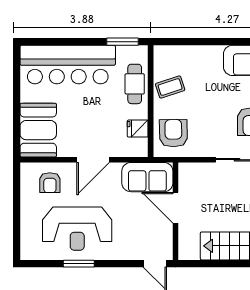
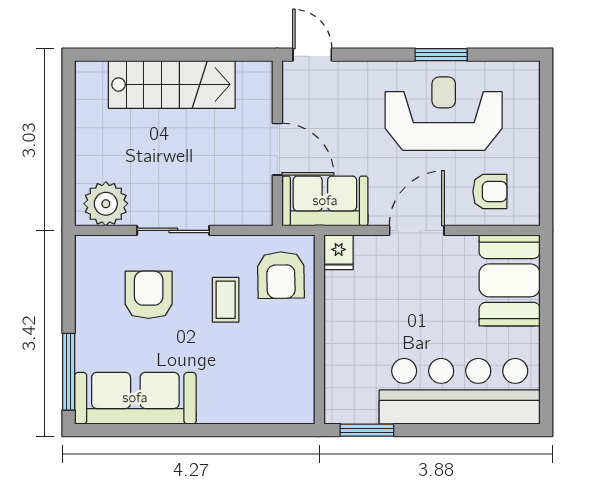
cafe table: (135, 84) -> (346, 359), removed
coffee table: (170, 87) -> (226, 300), moved, turned -72
fridge: (138, 129) -> (339, 252), moved, turned 90
armchair: (50, 183) -> (490, 192), turned 90

